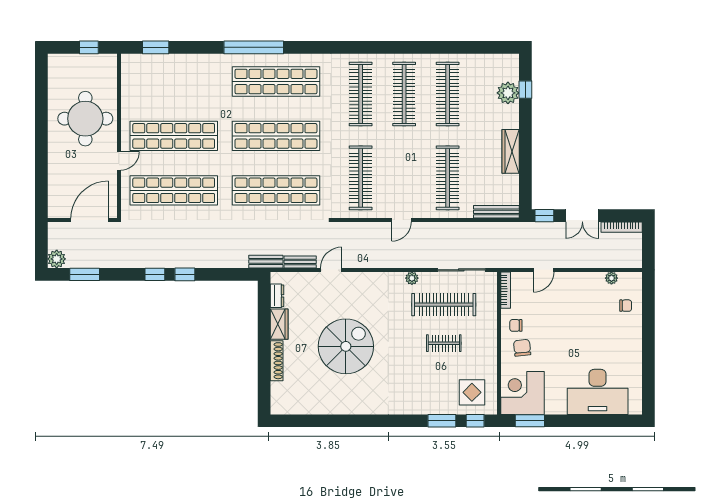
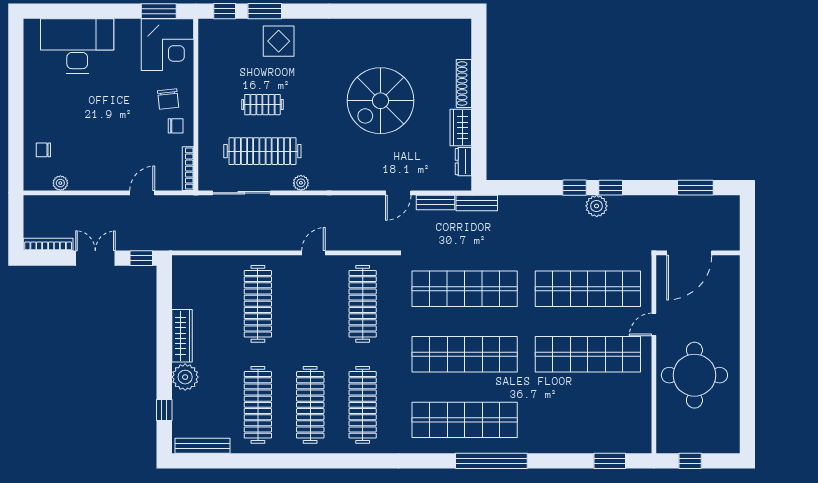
plant: (508, 93) -> (185, 377), moved
bench: (496, 212) -> (203, 446), moved
plant: (57, 259) -> (597, 206), moved
display table: (472, 392) -> (279, 41), moved

